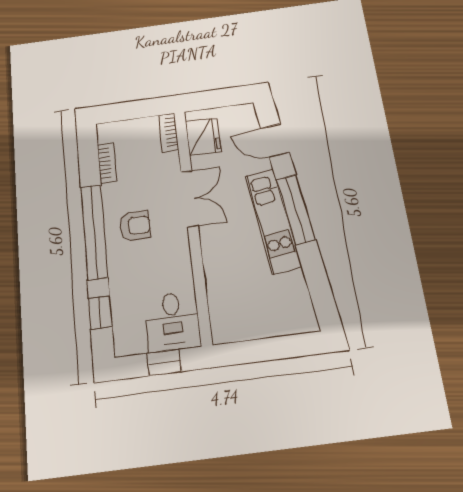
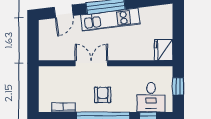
bookcase: (169, 132) -> (50, 71), removed
fridge: (203, 136) -> (164, 50), moved, turned -90
desk: (172, 322) -> (151, 97), moved, turned 90

